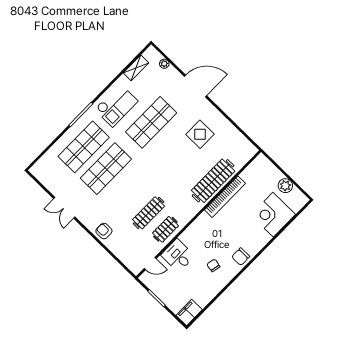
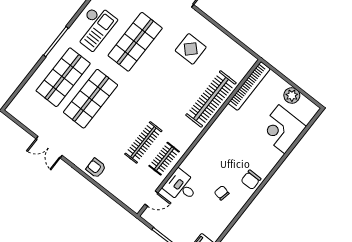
bookcase: (225, 197) -> (249, 86), moved

